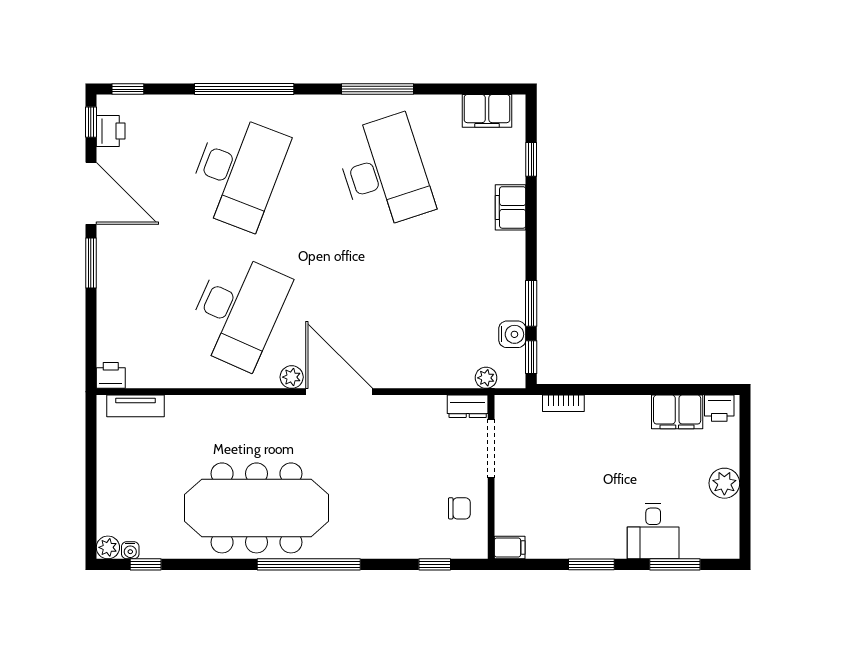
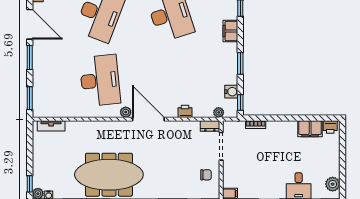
window: (531, 303) -> (240, 64), moved
desk: (238, 311) -> (100, 80), turned -30
window: (91, 348) -> (30, 98), added
printer: (111, 375) -> (185, 111), moved
plant: (724, 483) -> (333, 184), moved
window: (91, 527) -> (30, 184), added

